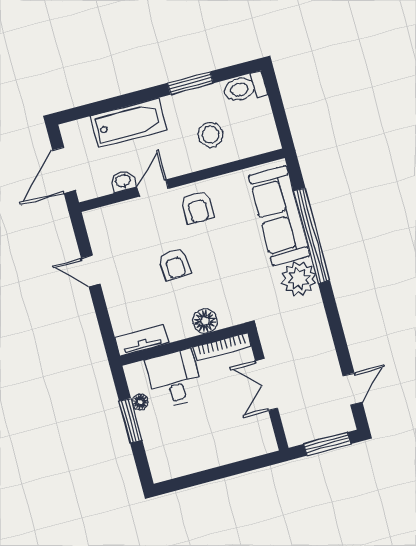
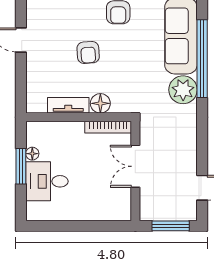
tv unit: (142, 340) -> (68, 105), moved
desk: (174, 379) -> (47, 181), moved, turned -90

